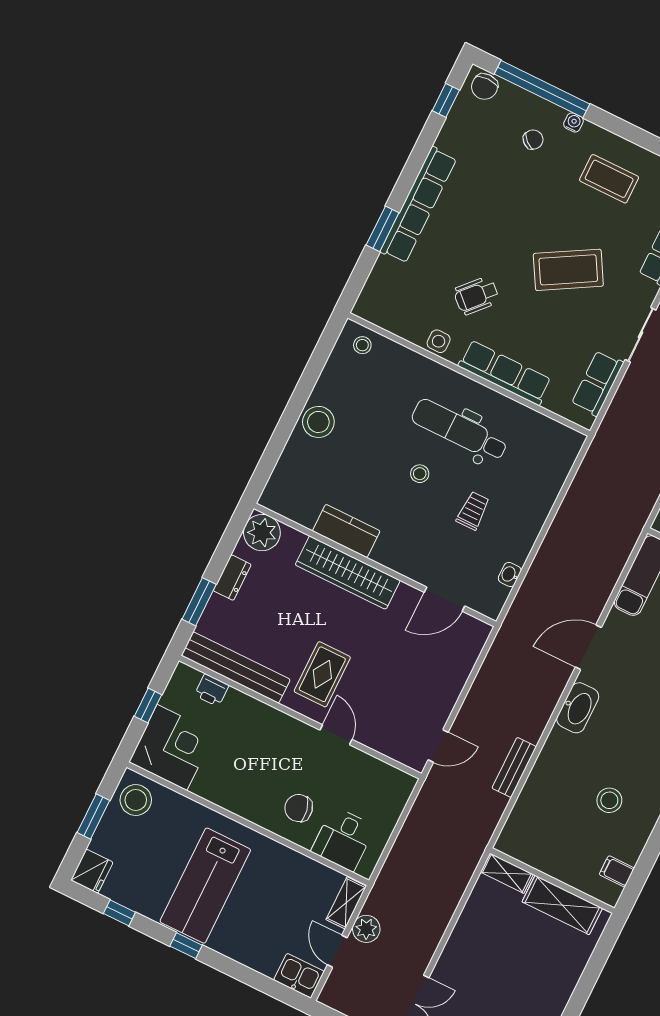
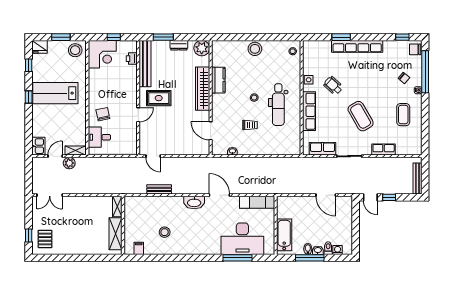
dental chair: (459, 430) -> (278, 105), turned 180

